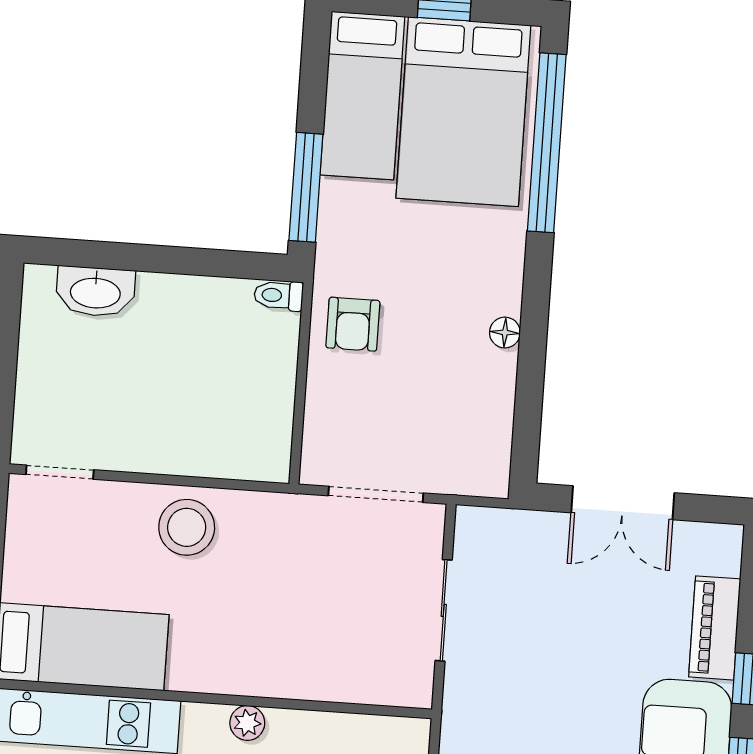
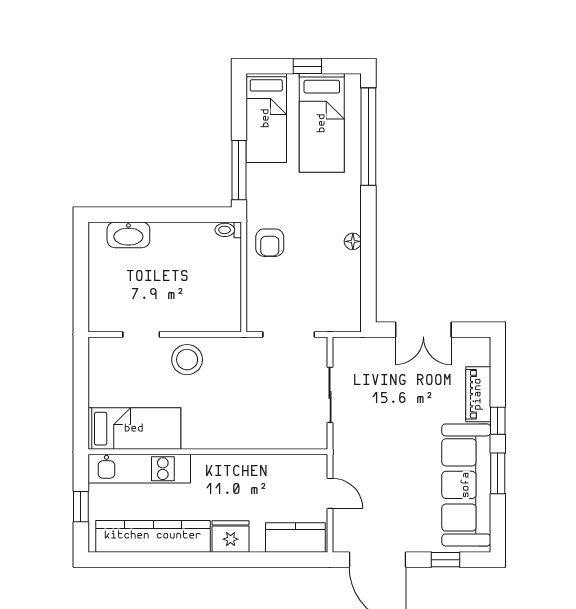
bed: (463, 112) -> (322, 123), width x0.67
doorway: (60, 472) -> (141, 334), moved
plant: (247, 723) -> (227, 464), removed

